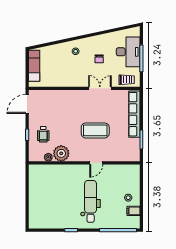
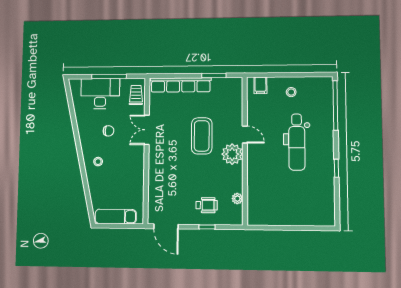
plant: (61, 153) -> (232, 154), moved
dental chair: (91, 201) -> (297, 142), turned -90
filing cabinet: (133, 211) -> (260, 85), moved

